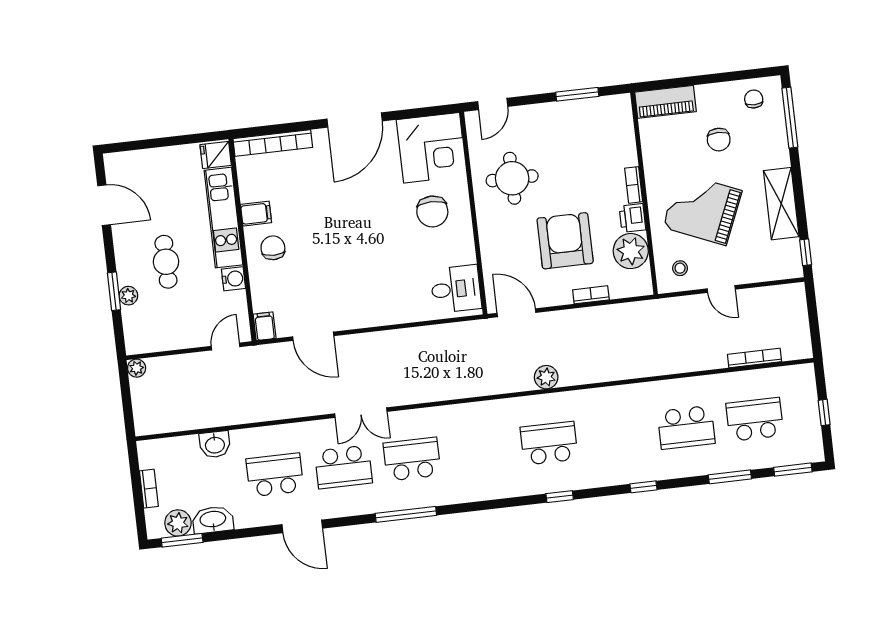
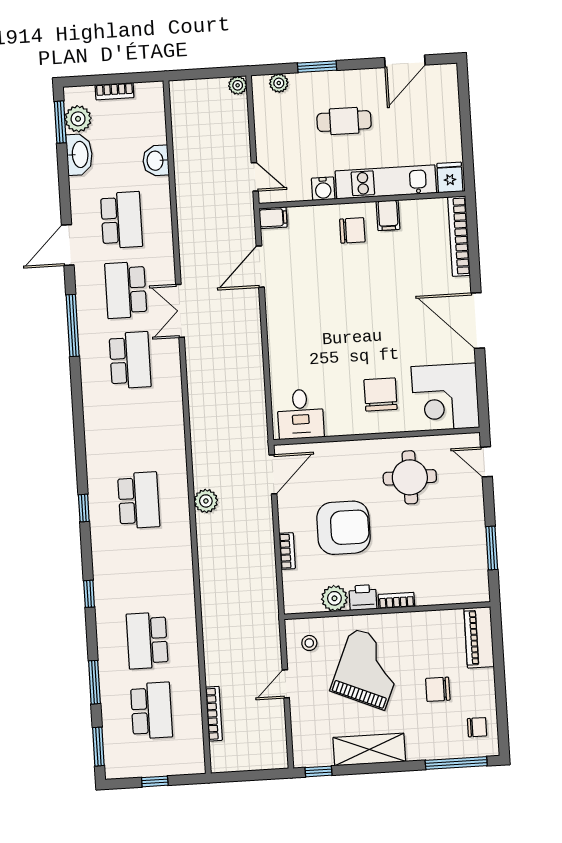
chair: (432, 211) -> (381, 394), turned 90
plant: (631, 251) -> (334, 598), width x0.73, depth x0.73
plant: (128, 296) -> (279, 83), moved
window: (406, 514) -> (73, 325), moved

